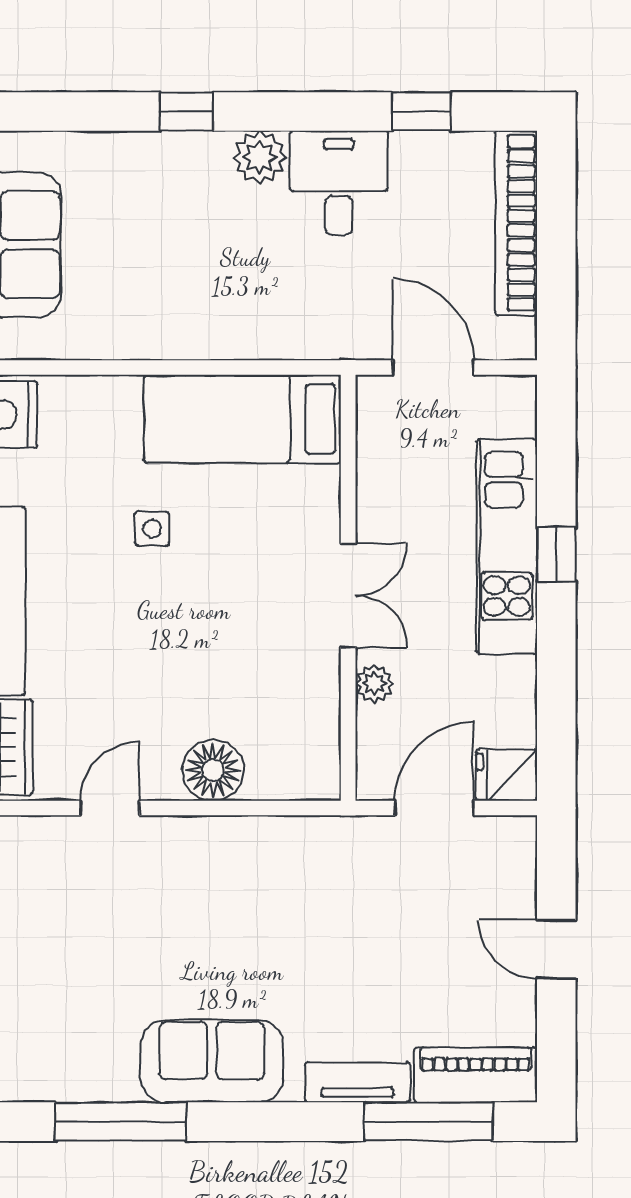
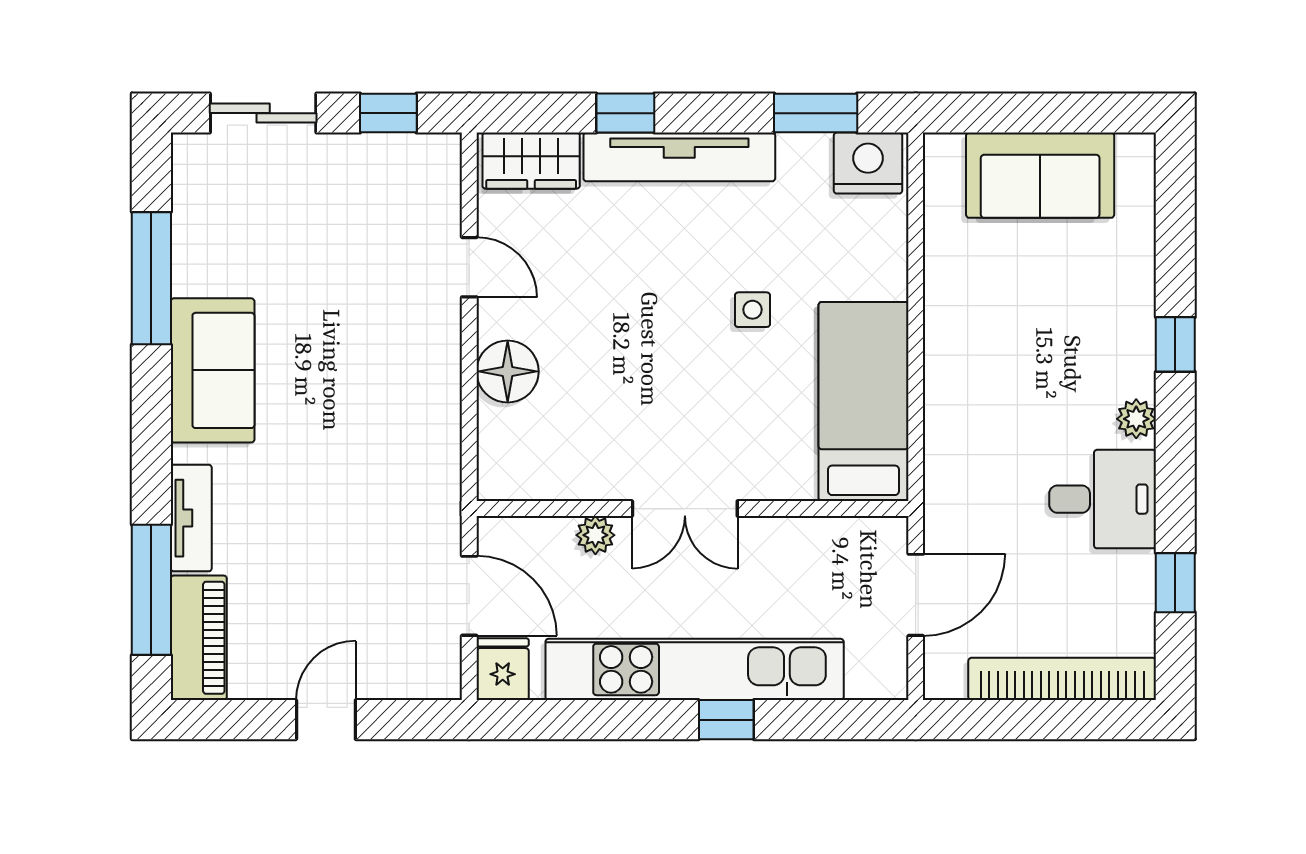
plant: (260, 157) -> (1136, 419), width x0.73, depth x0.73
kitchen unit: (507, 546) -> (695, 669), width x1.36

